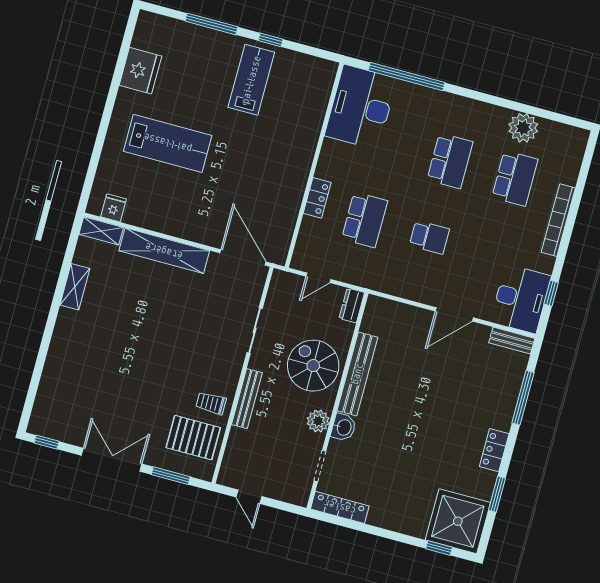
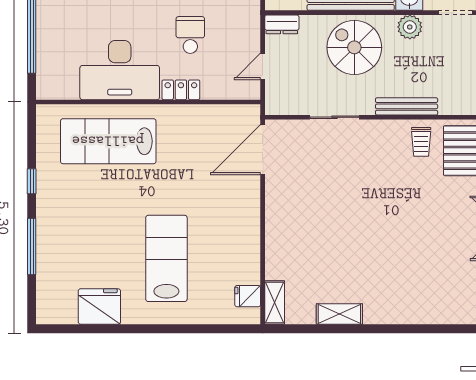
lab bench: (251, 80) -> (108, 141), moved, width x1.36, depth x1.39
desk: (361, 107) -> (120, 70), moved
school desk: (365, 220) -> (190, 35), width x0.54
shelving: (164, 251) -> (278, 232), removed
door: (318, 278) -> (263, 66), swing flipped
spiral stairs: (313, 366) -> (354, 47), turned 90

